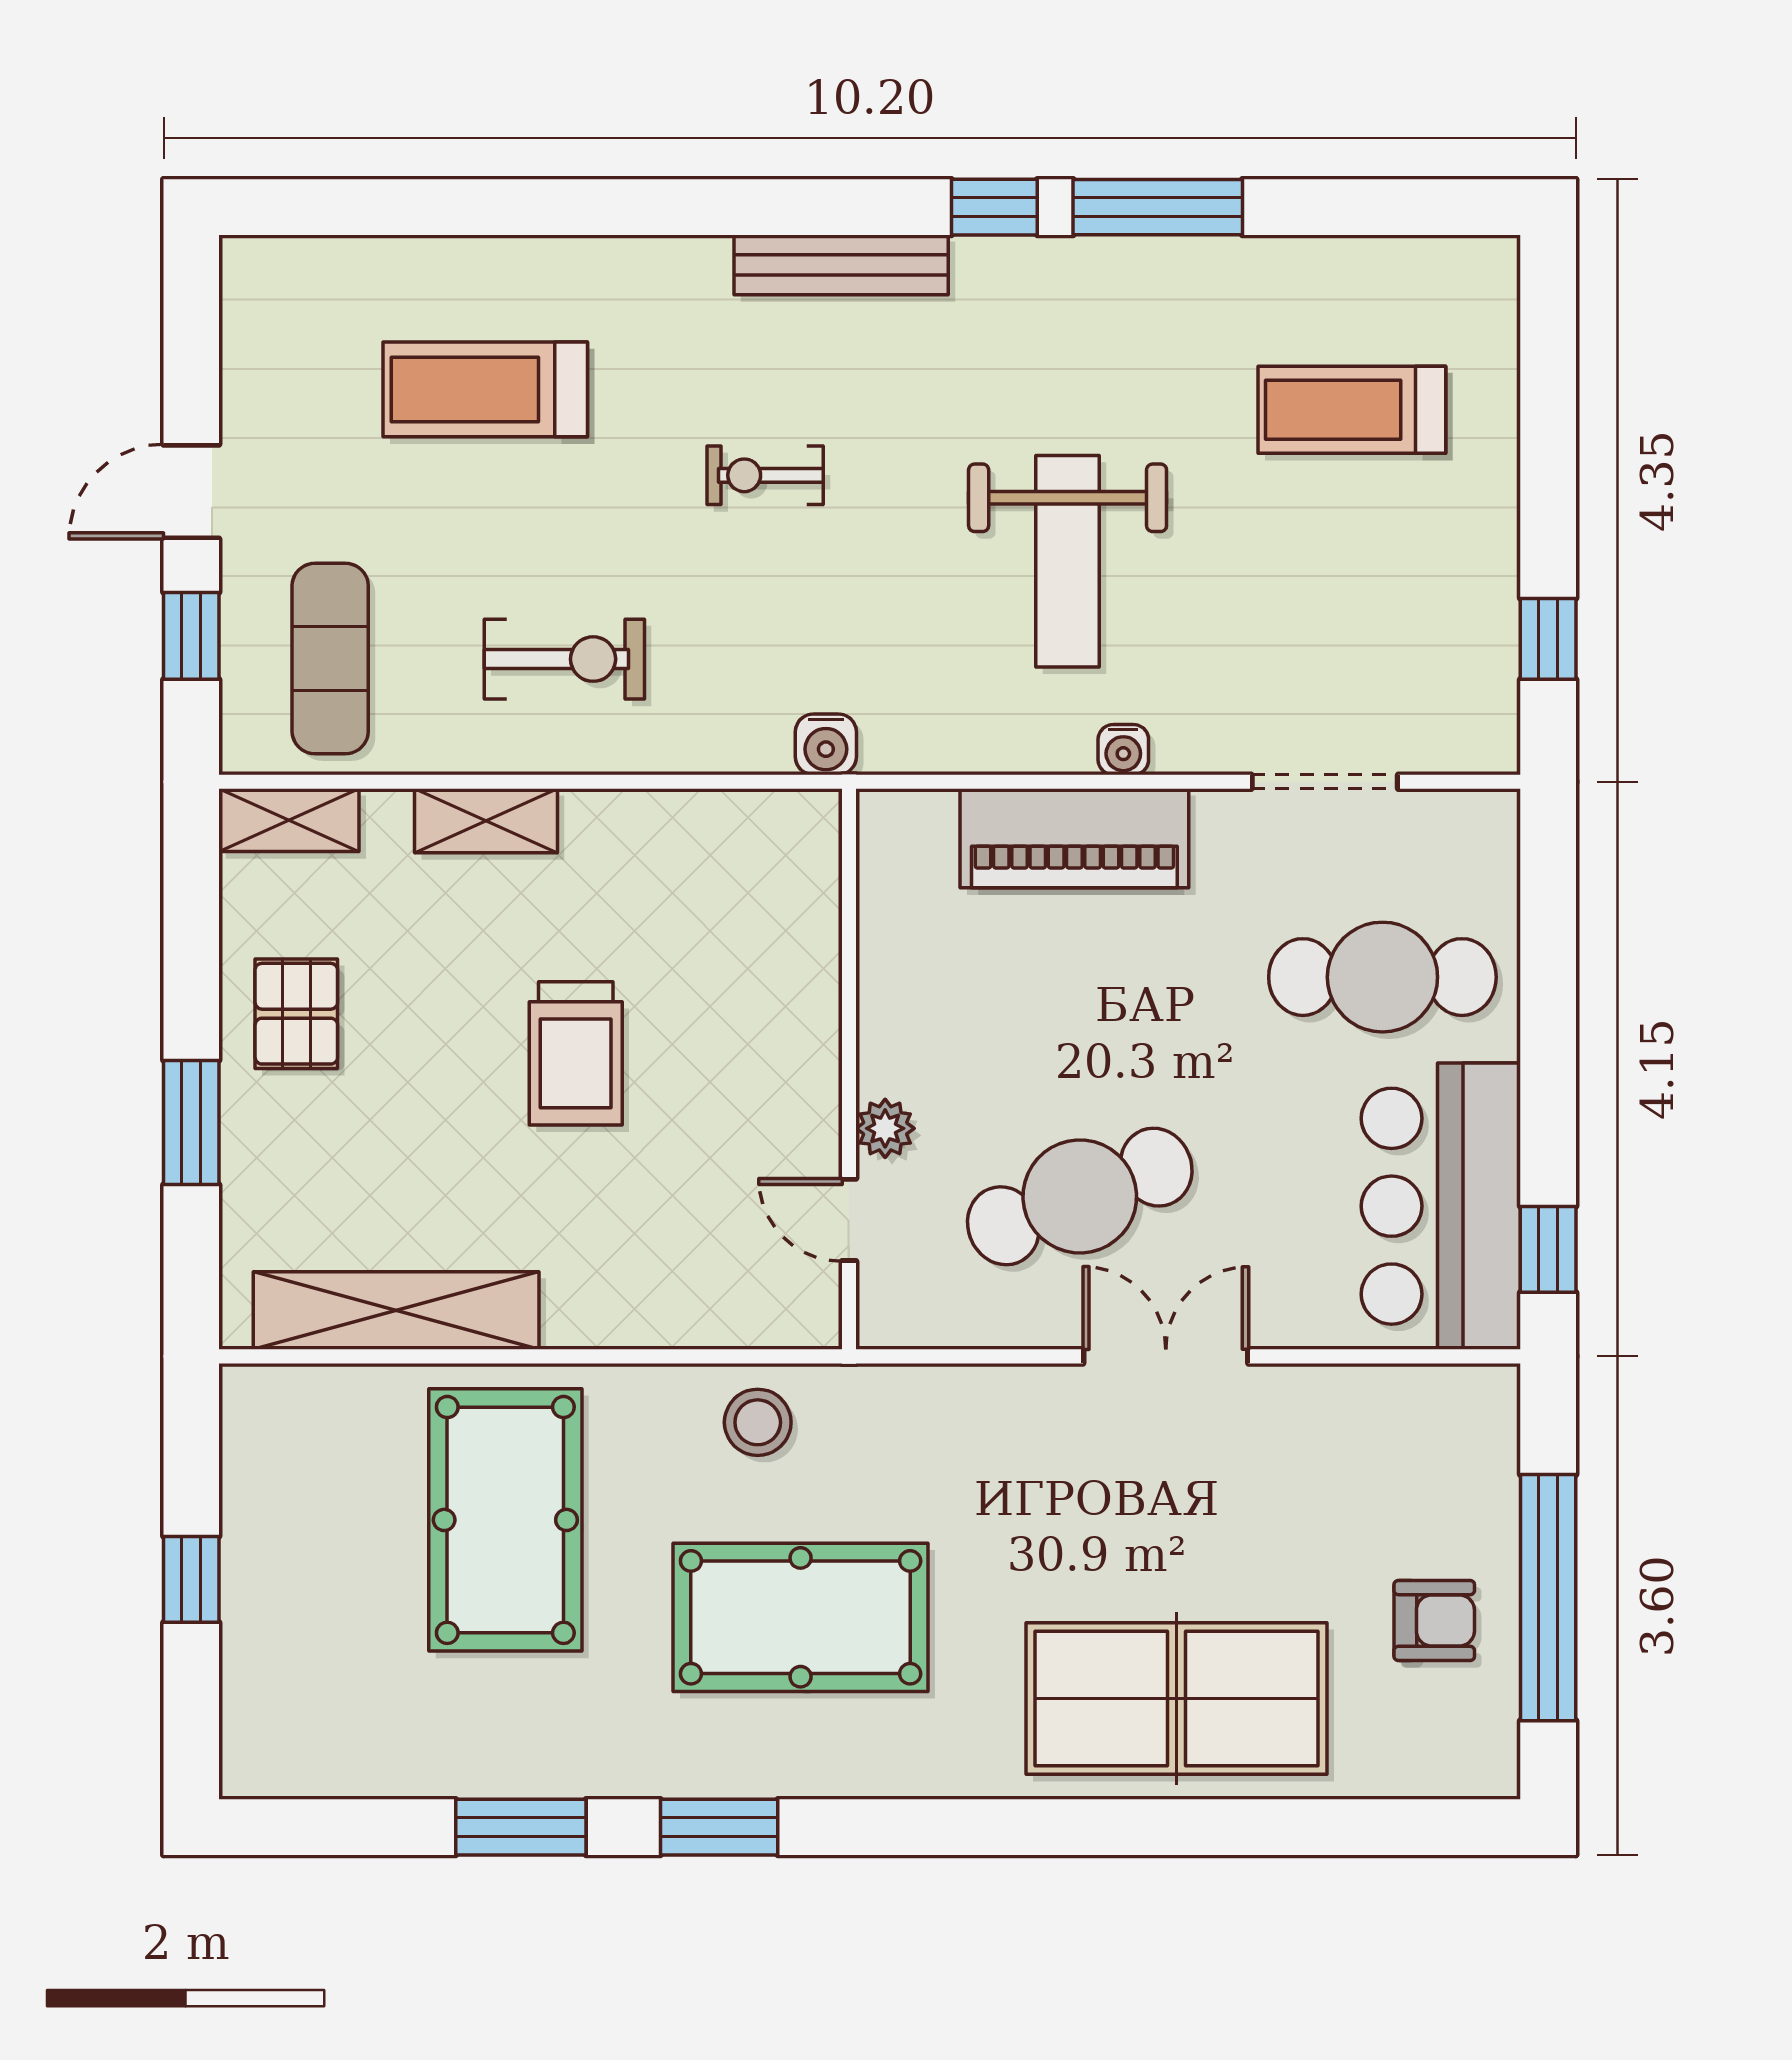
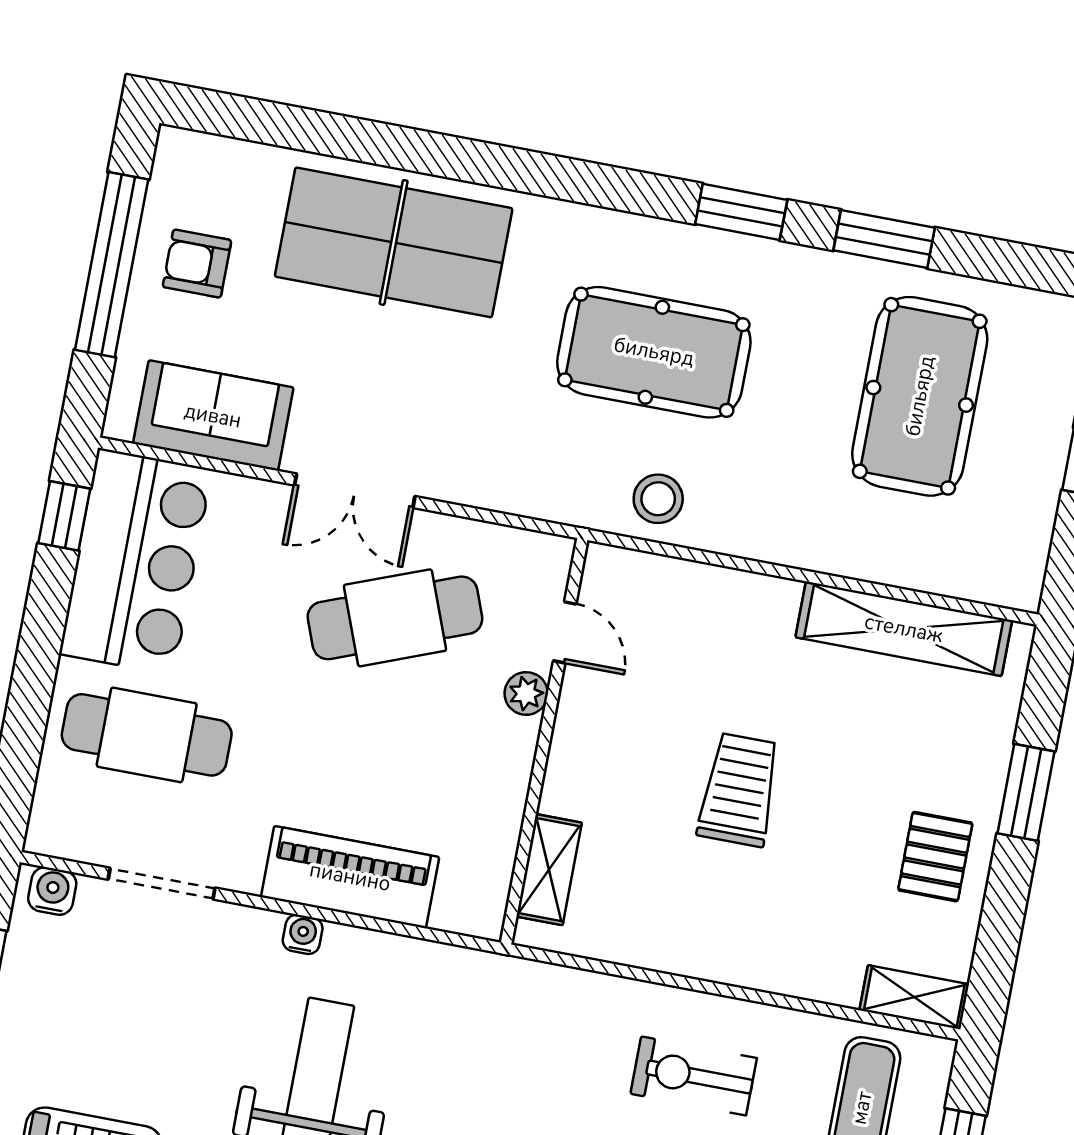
water cooler: (826, 744) -> (52, 891), moved
shelving: (486, 821) -> (549, 870), moved, turned 90
sofa: (1374, 1421) -> (213, 416), added
pool table: (505, 1520) -> (920, 396), moved

